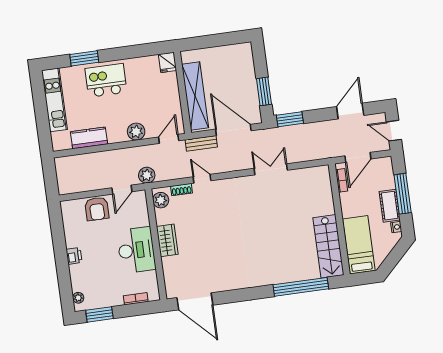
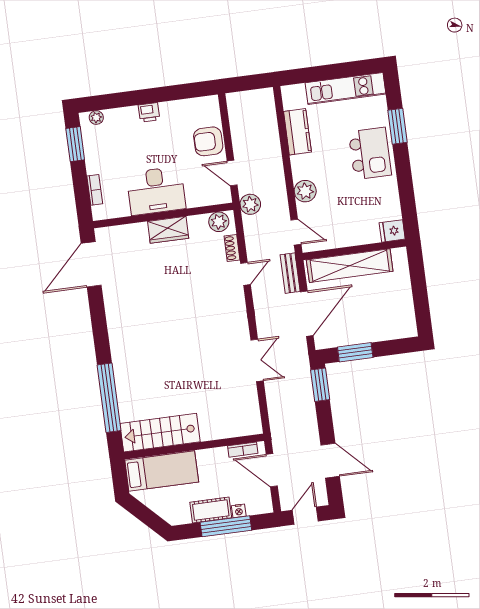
nightstand: (396, 227) -> (239, 511), moved

